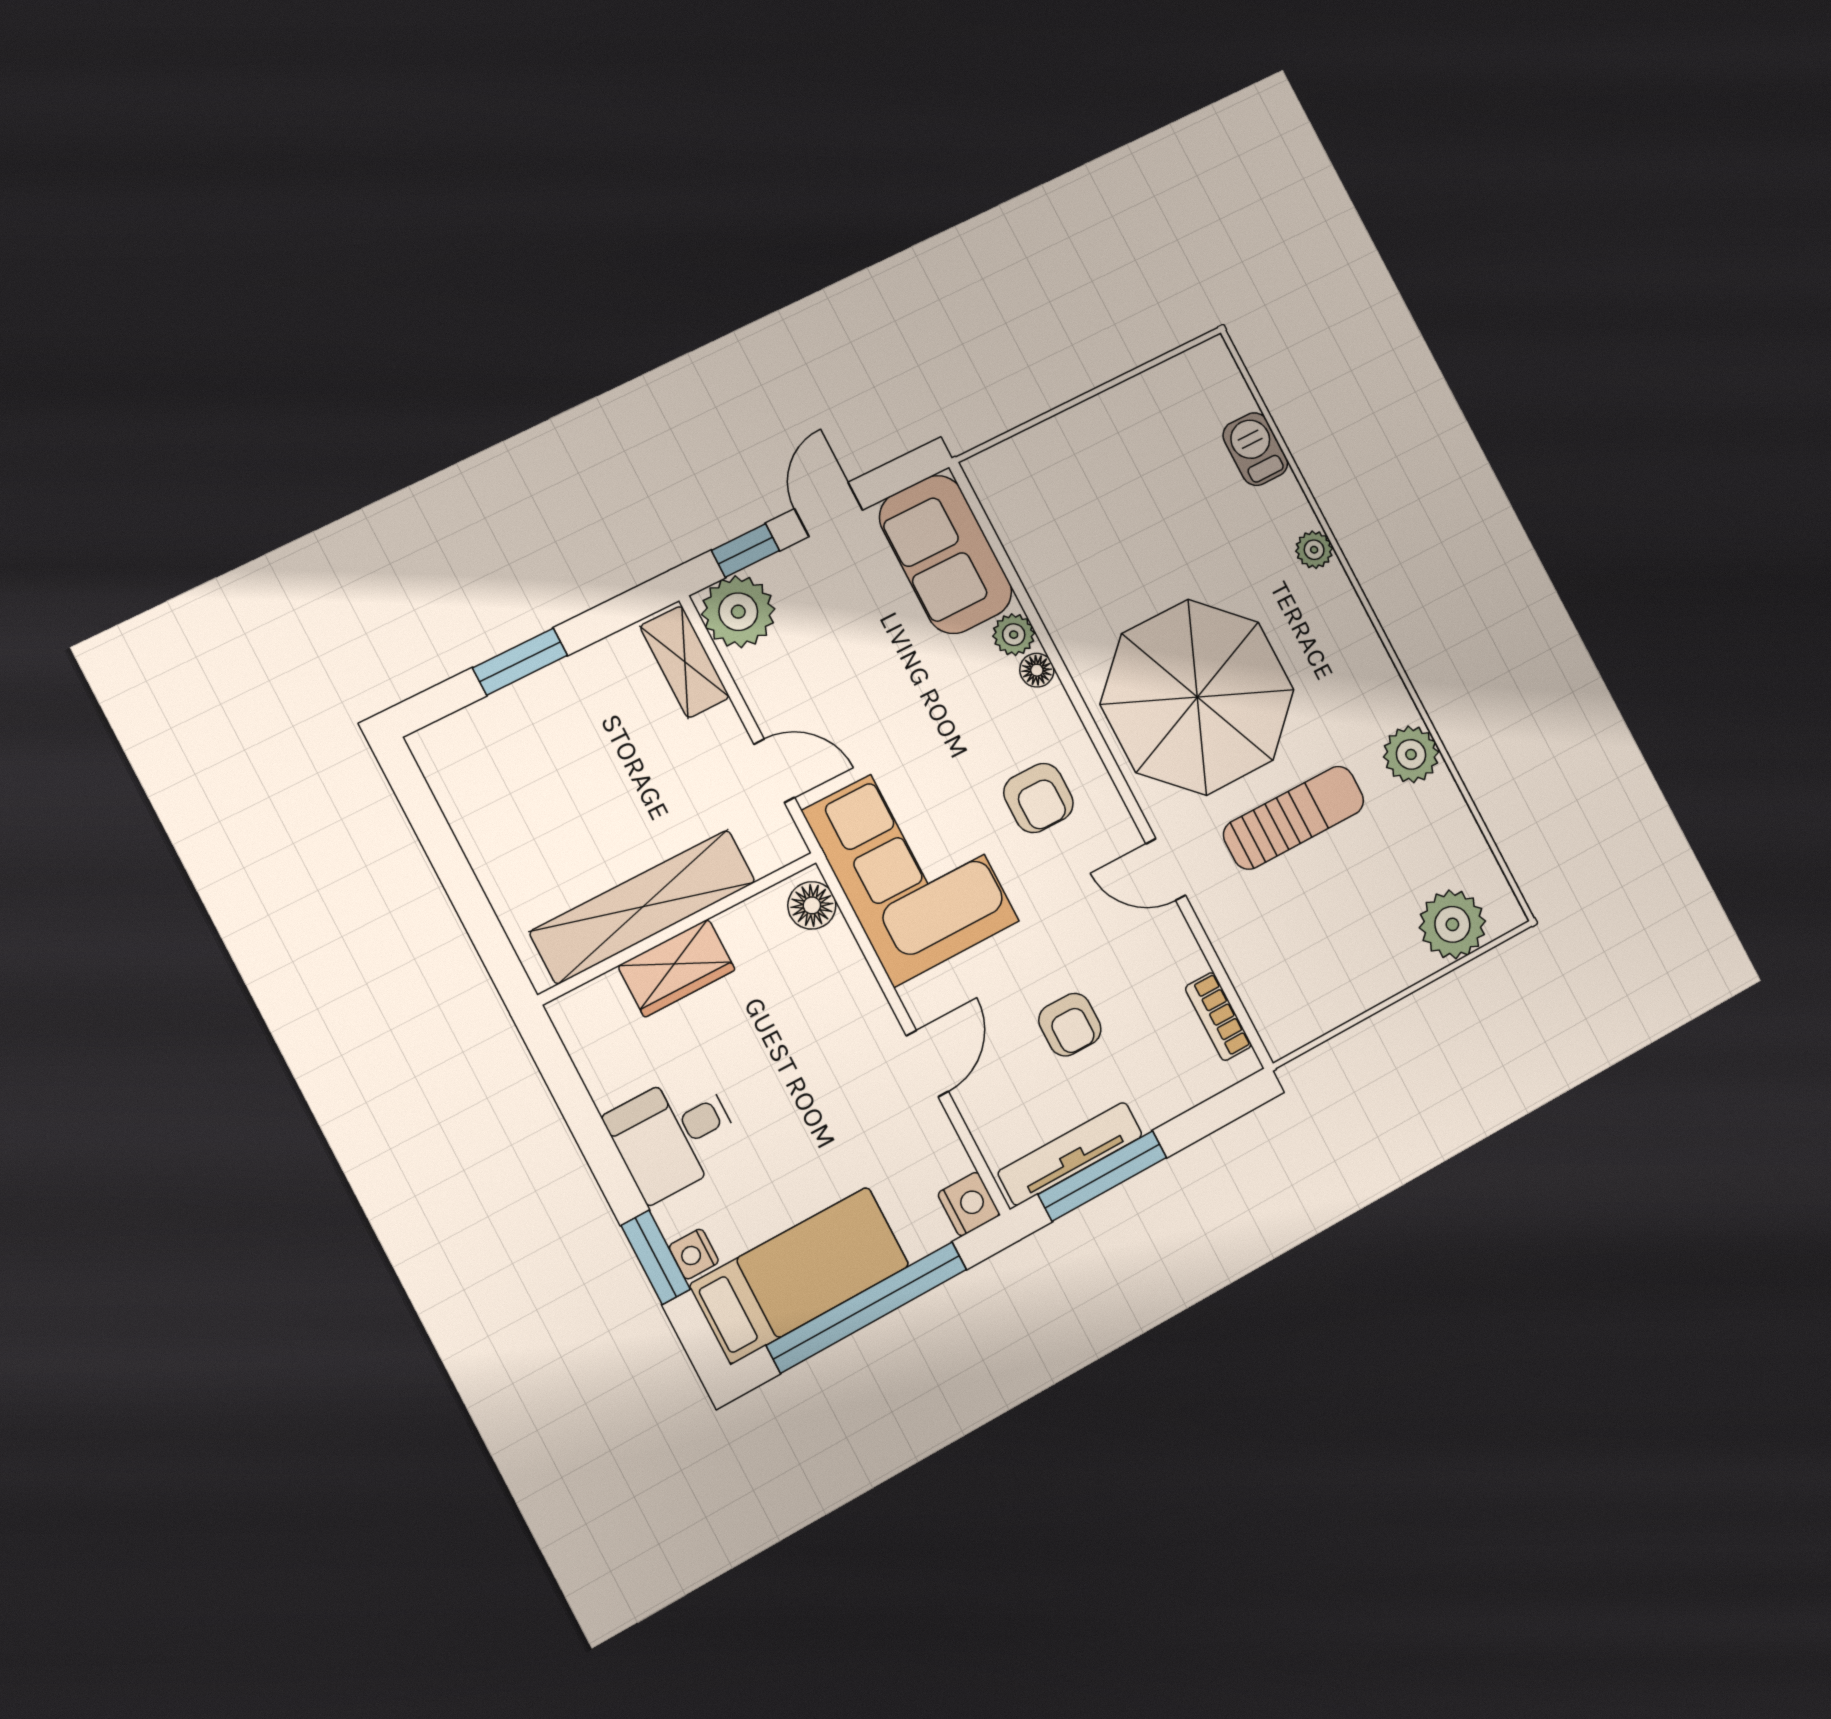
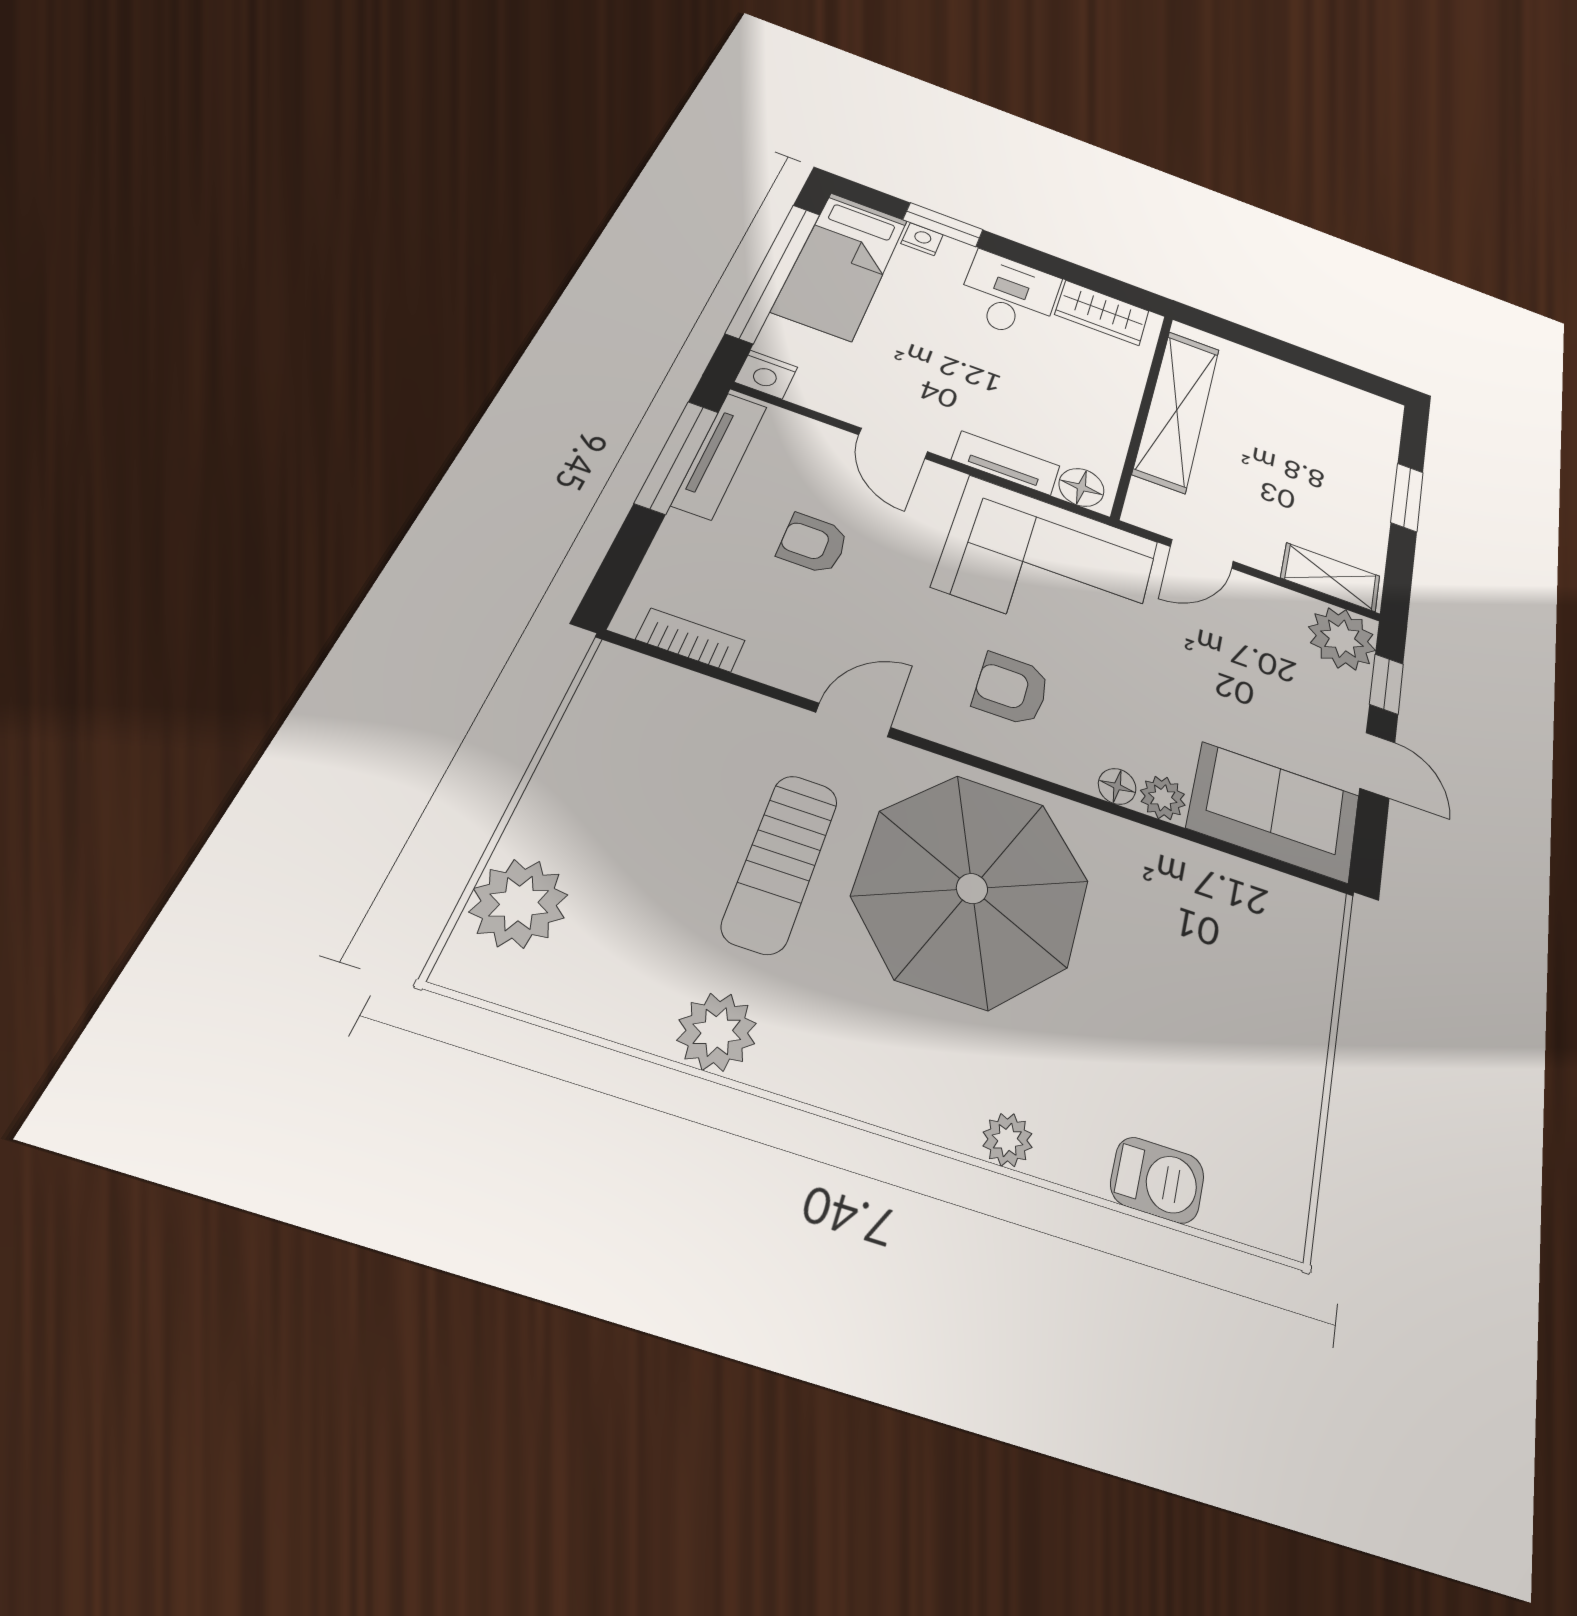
wardrobe: (676, 968) -> (1102, 313), moved, turned -90
tv unit: (853, 976) -> (1006, 463), added

